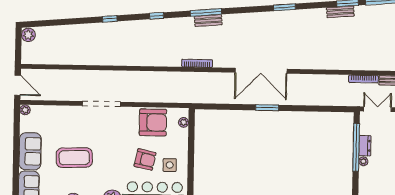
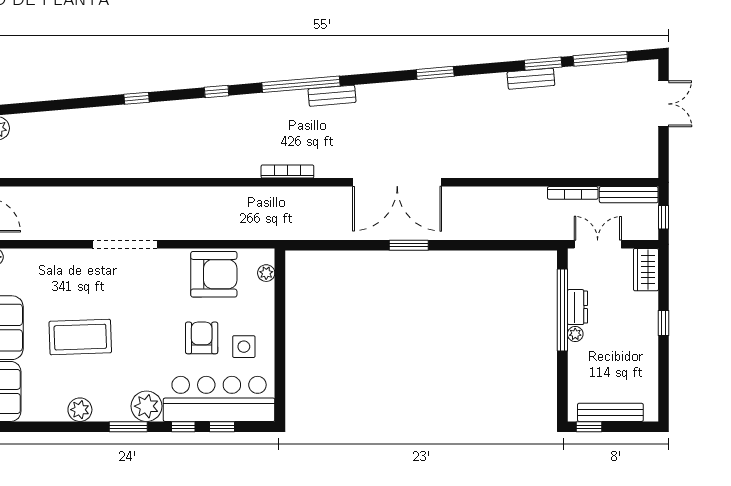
window: (206, 12) -> (301, 84), width x1.46
bench: (208, 21) -> (332, 96), moved
armchair: (145, 159) -> (202, 338), turned -102

